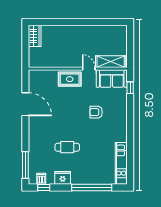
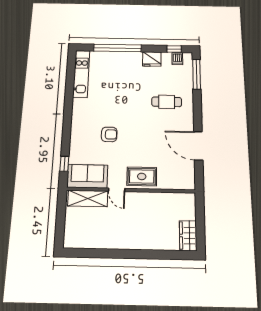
cafe table: (67, 147) -> (167, 102), moved

